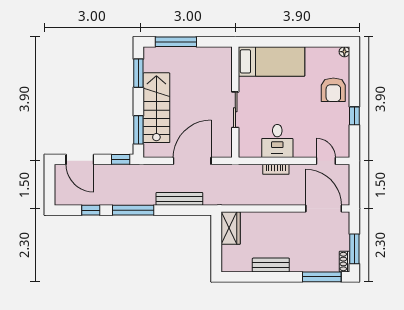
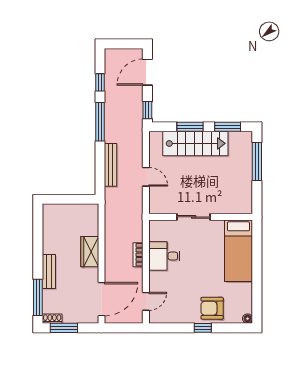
window: (354, 116) -> (203, 328), moved
window: (138, 130) -> (190, 127), moved
door: (192, 161) -> (146, 177), width x0.53
wardrobe: (231, 228) -> (90, 252), moved, turned 90
bench: (271, 265) -> (49, 272), moved

